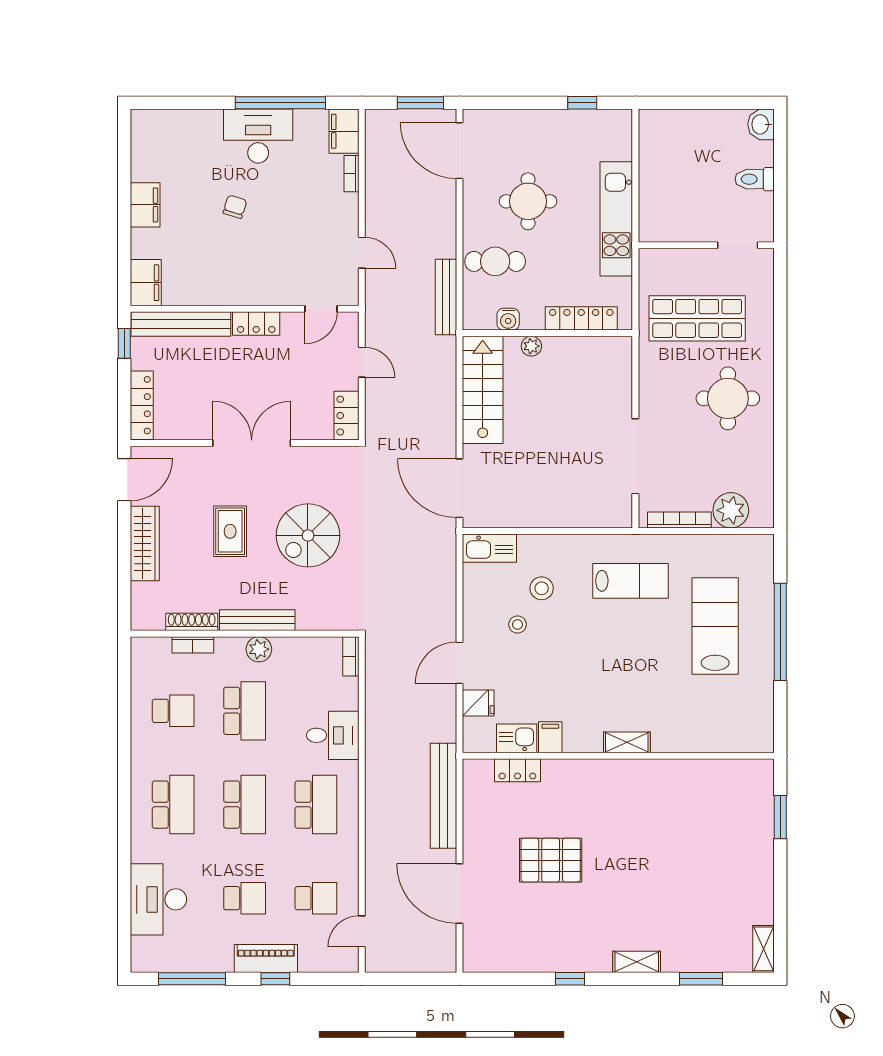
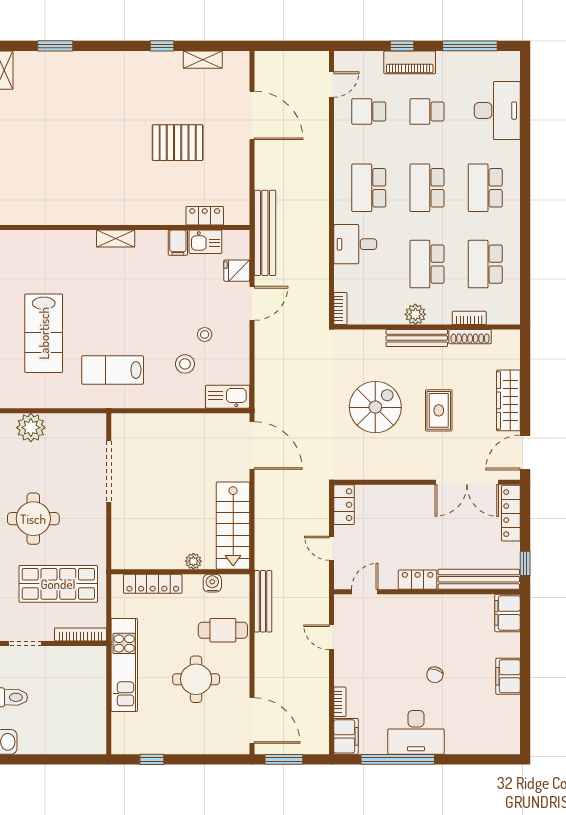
double door: (252, 443) -> (467, 482), moved
bookcase: (679, 520) -> (80, 634), moved, turned 180
school desk: (173, 711) -> (485, 264), width x1.85
bench: (443, 796) -> (265, 233), moved
shelving: (637, 962) -> (203, 60), moved

